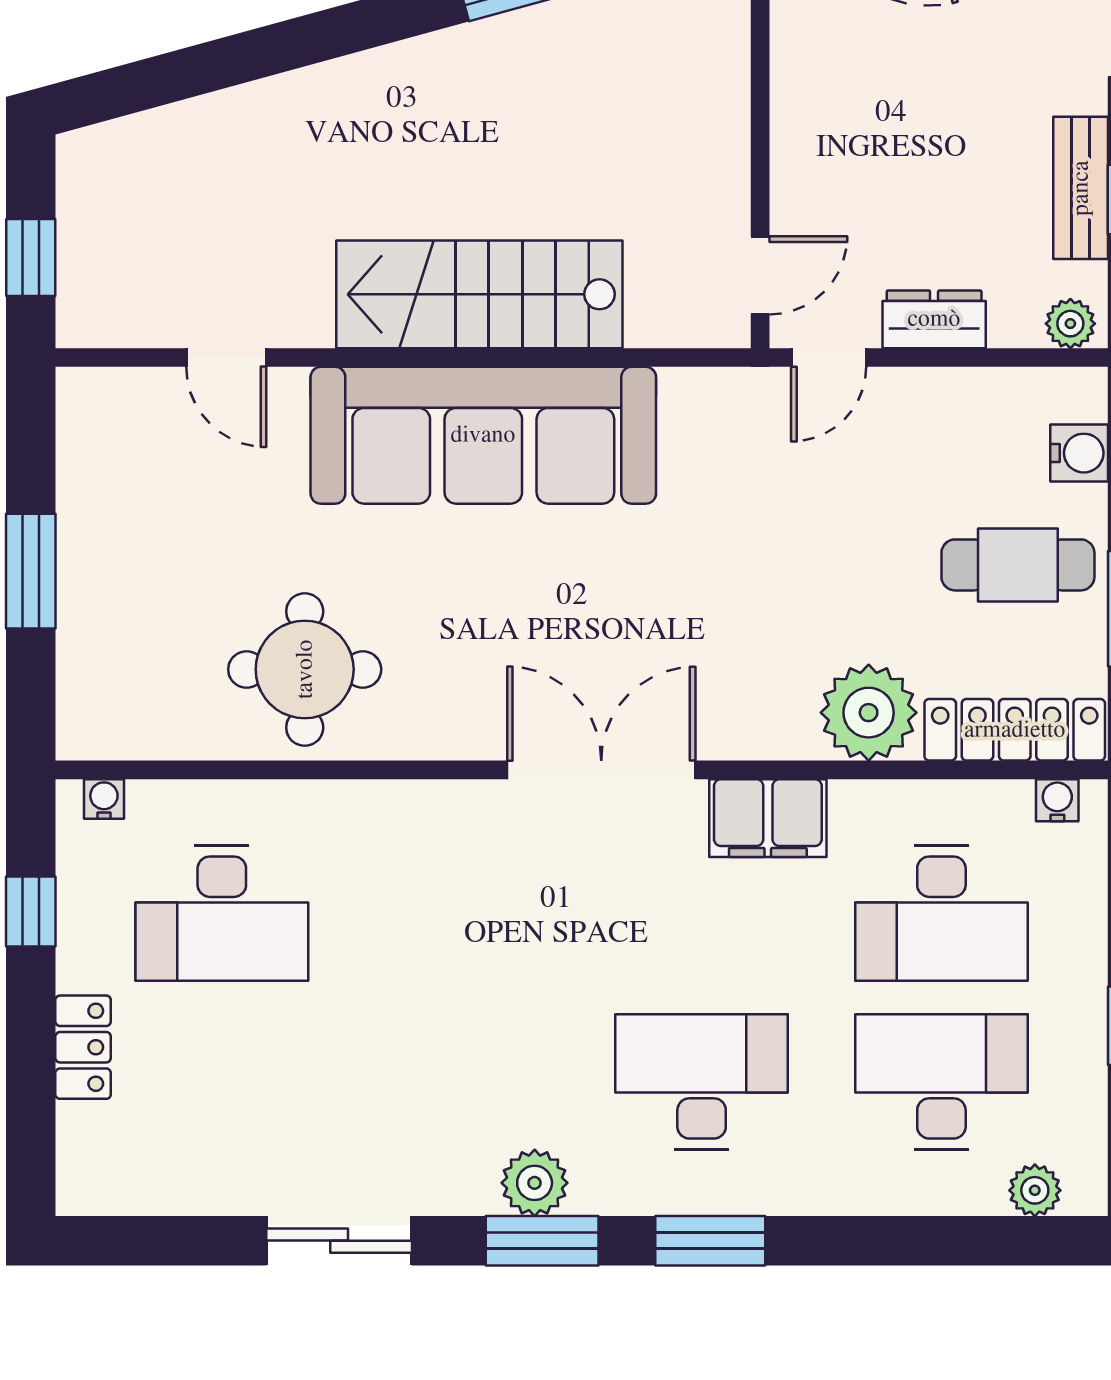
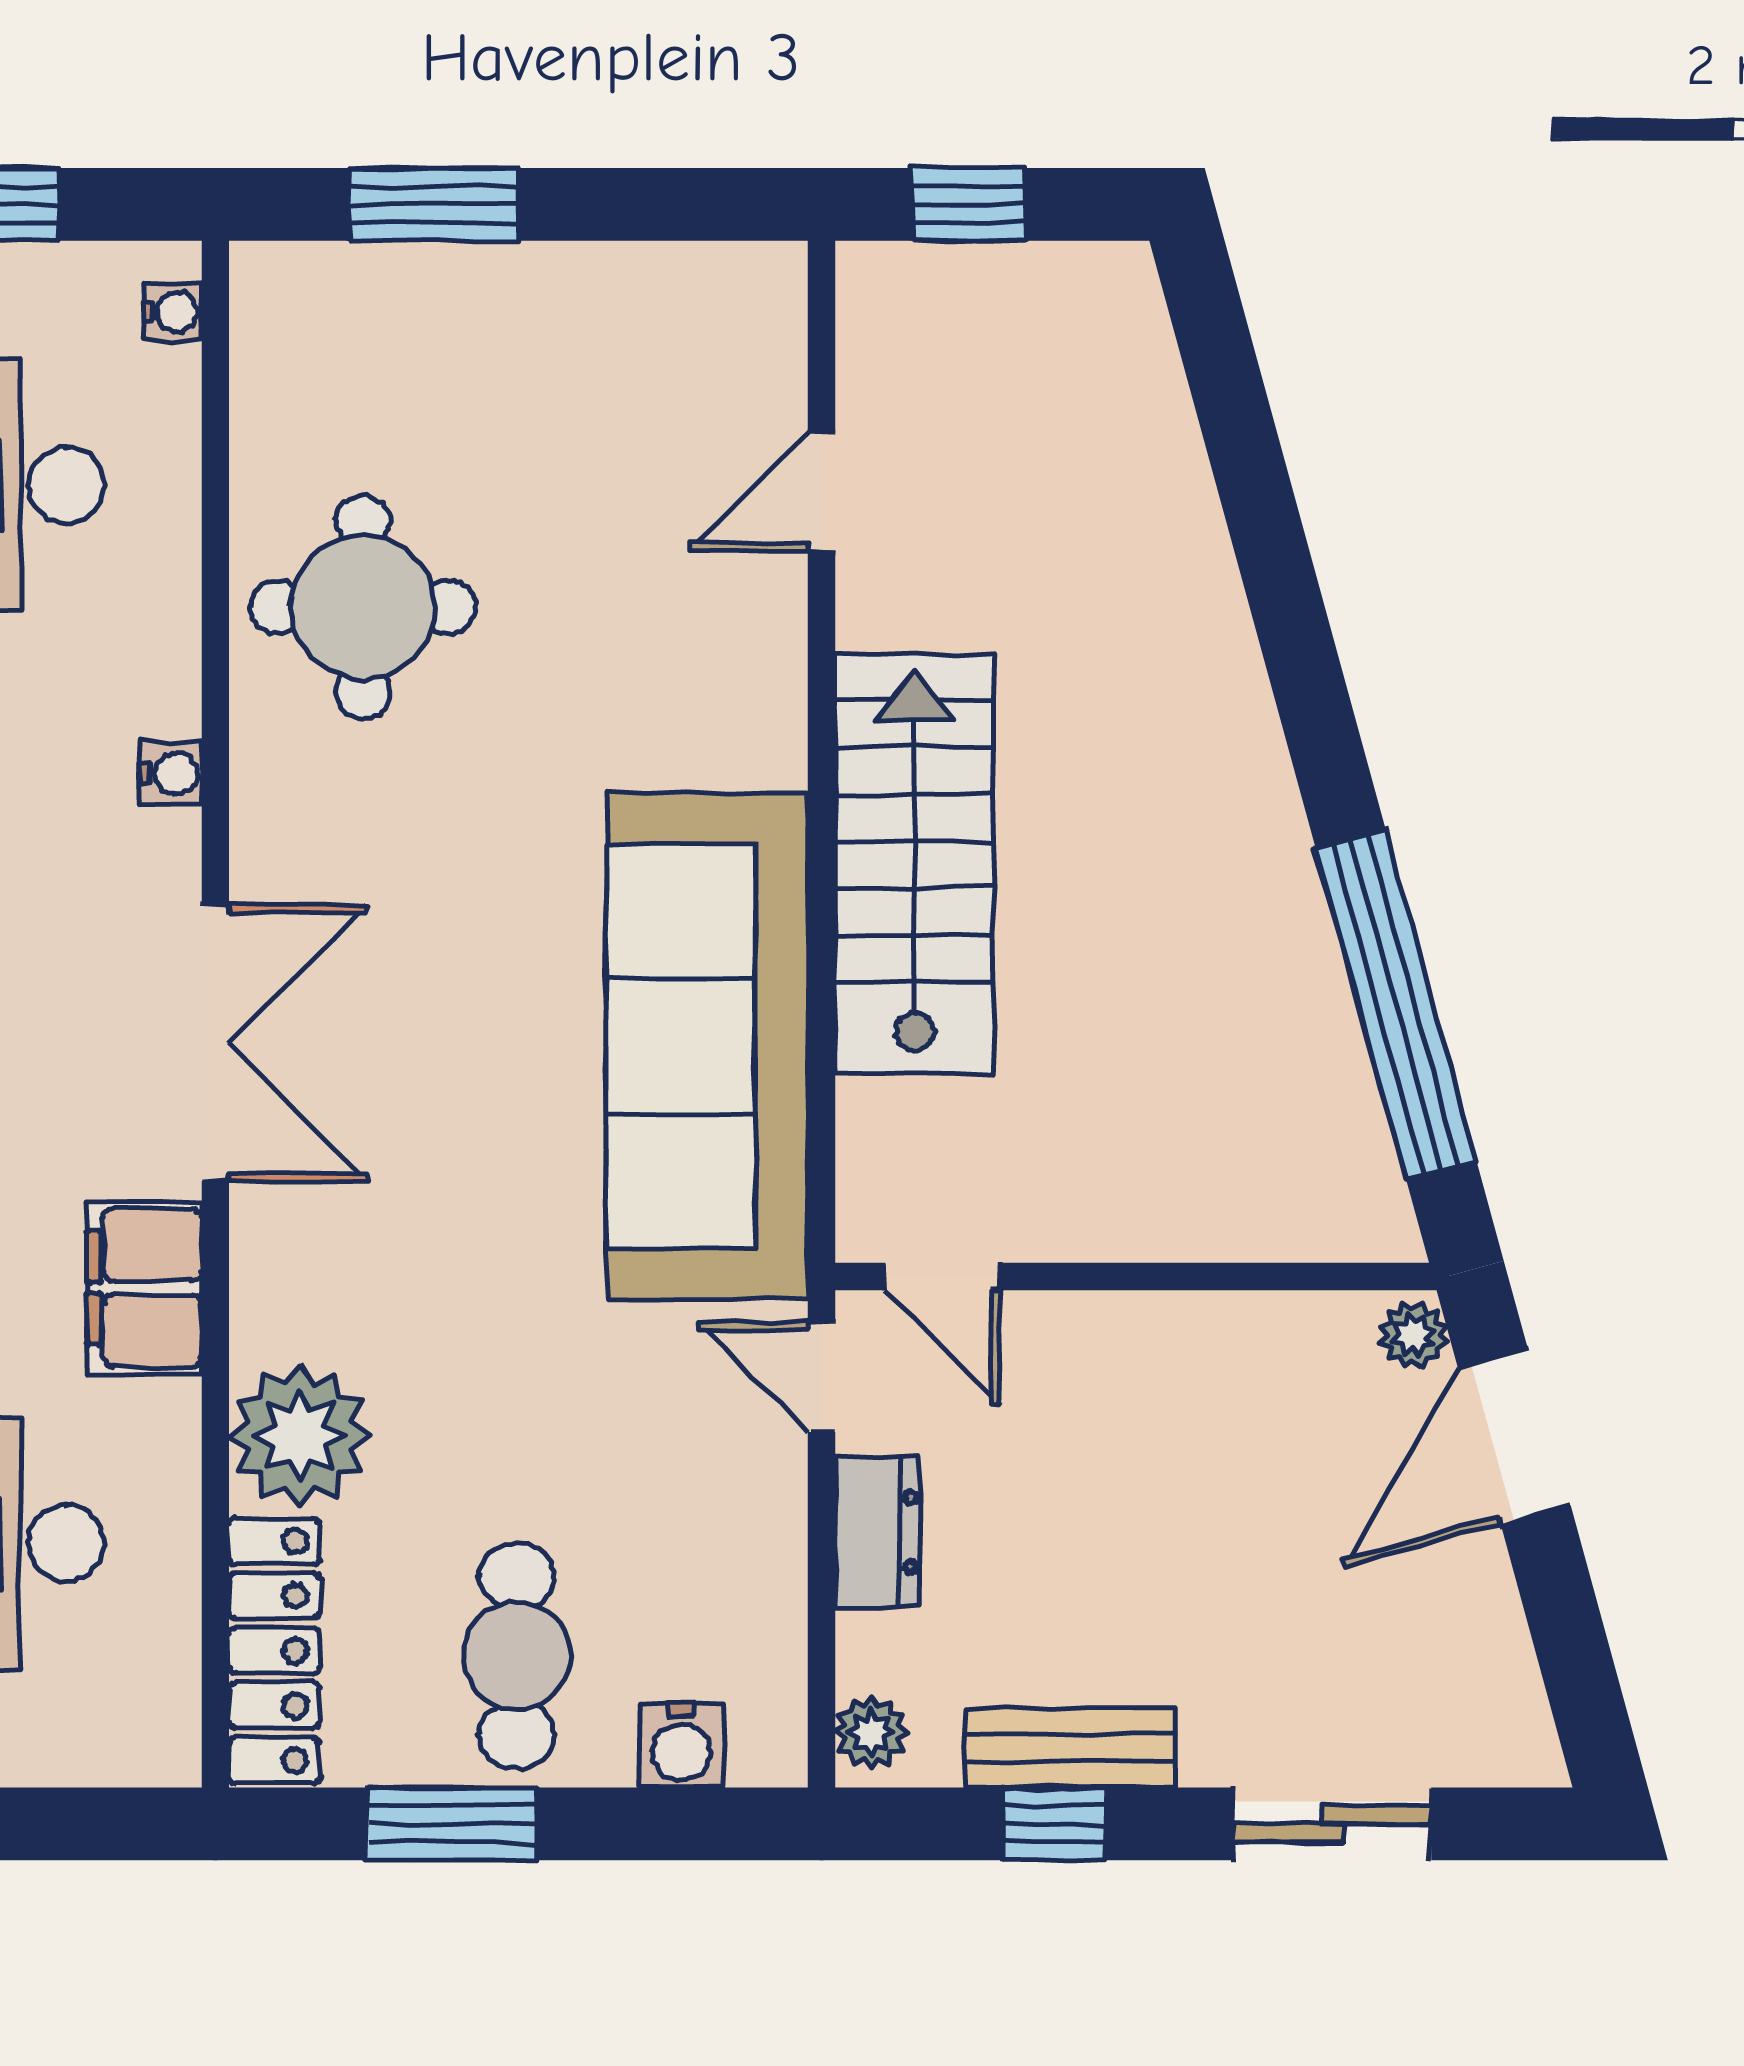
sofa: (483, 435) -> (707, 1046), moved
window: (31, 571) -> (434, 204), moved
water cooler: (1057, 800) -> (171, 773), moved

